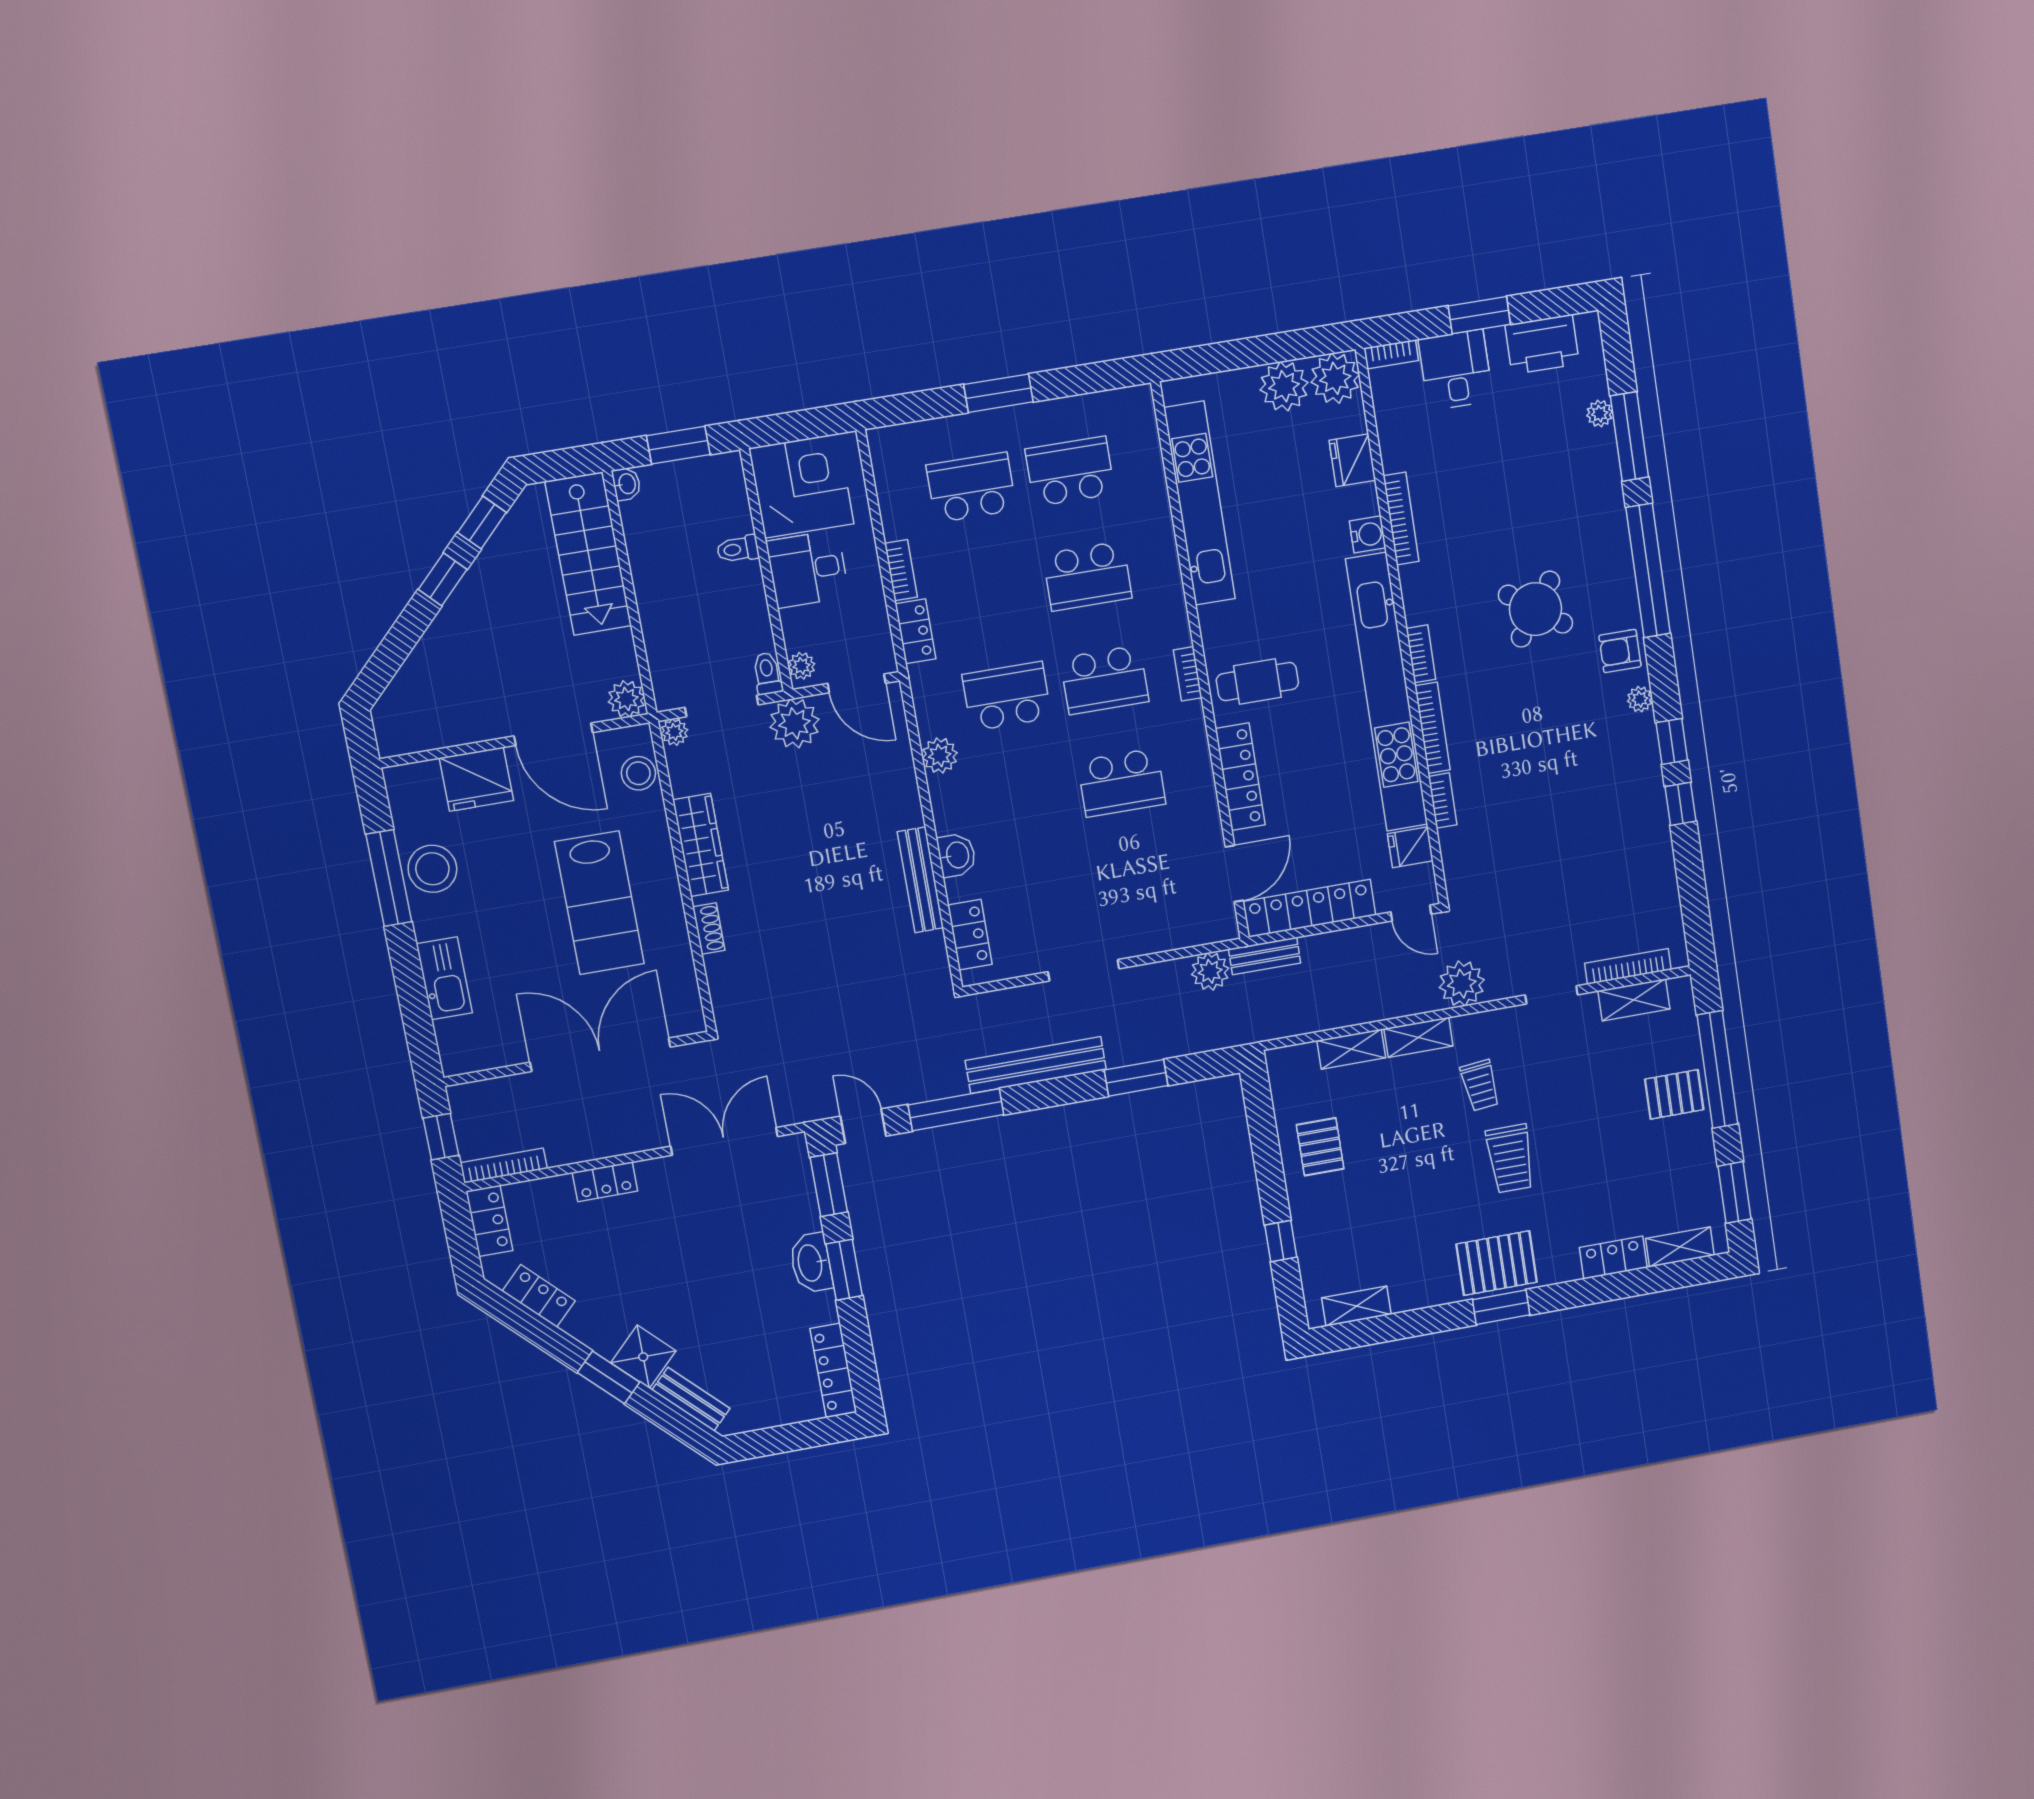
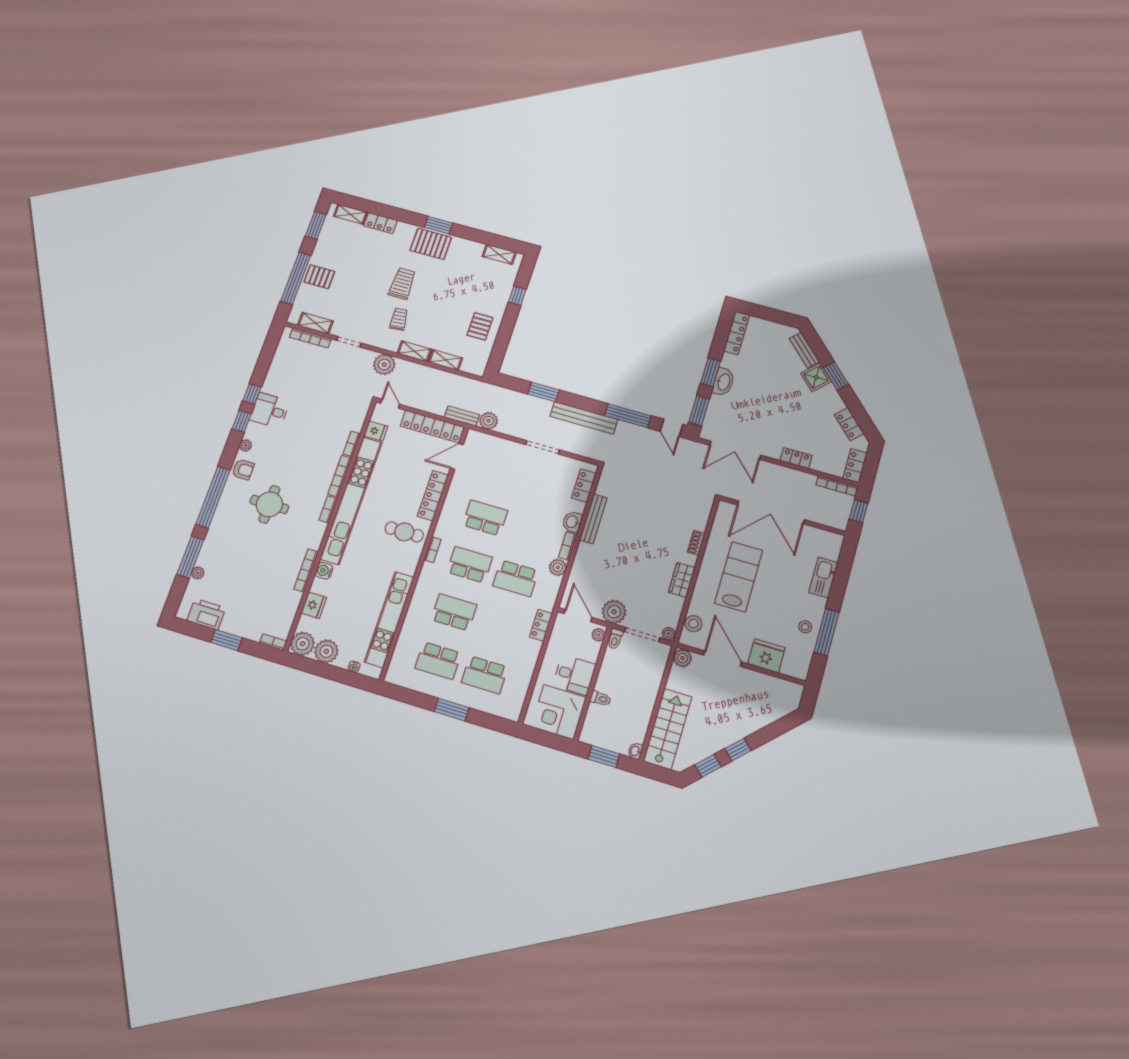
desk: (1456, 370) -> (270, 410), moved, turned 90
water cooler: (1218, 383) -> (354, 667), added
bookcase: (901, 570) -> (568, 546), moved
round table: (1535, 609) -> (269, 504), turned -36
wardrobe: (701, 845) -> (682, 580), width x0.67
stool: (432, 869) -> (805, 627), width x0.53, depth x0.53

